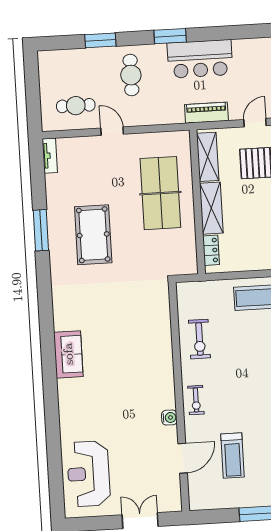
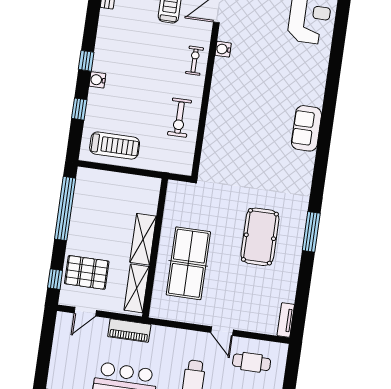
window: (41, 230) -> (311, 232), moved
locker: (211, 250) -> (151, 199), removed
exercise bike: (199, 339) -> (179, 118), turned 180

